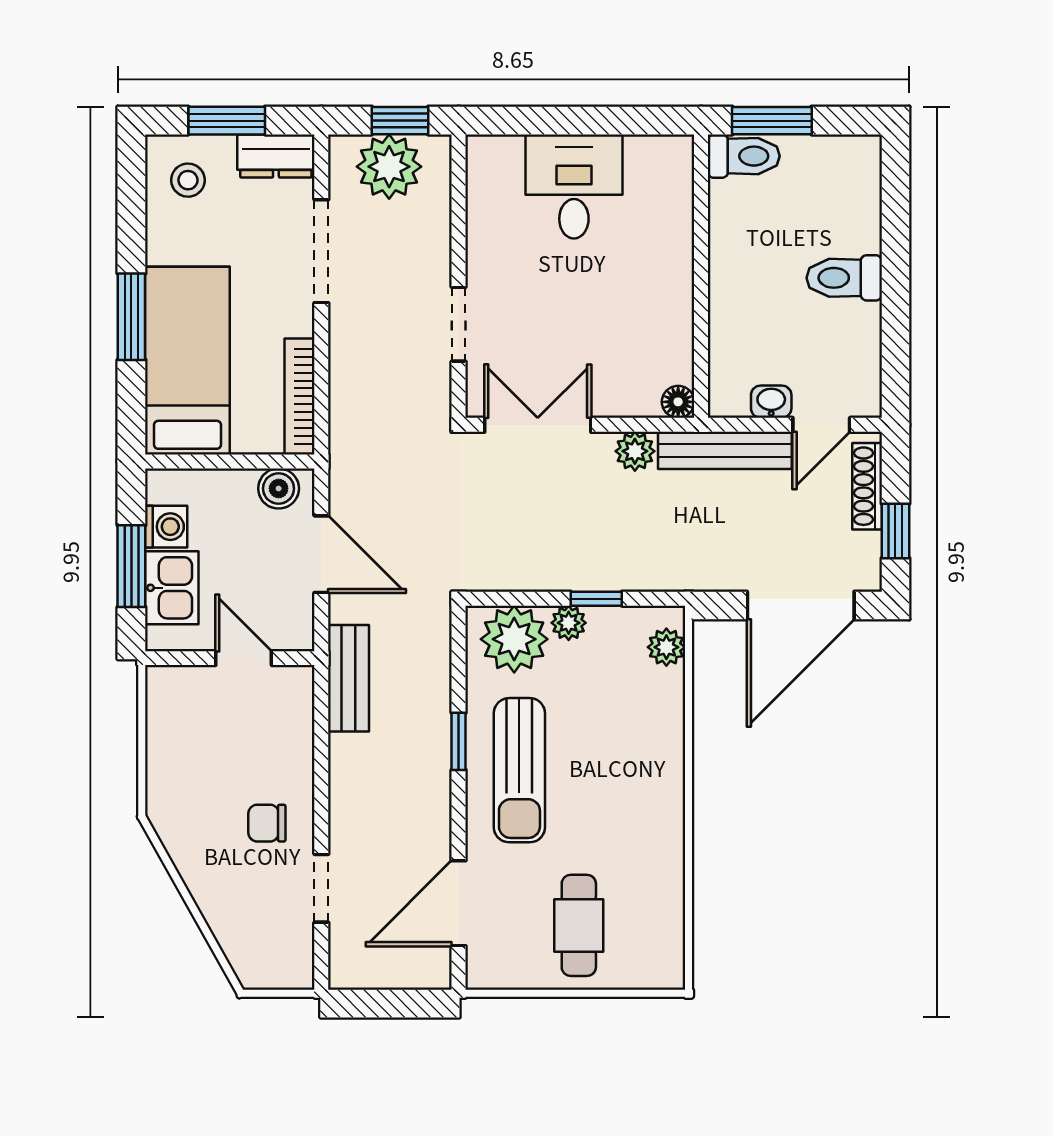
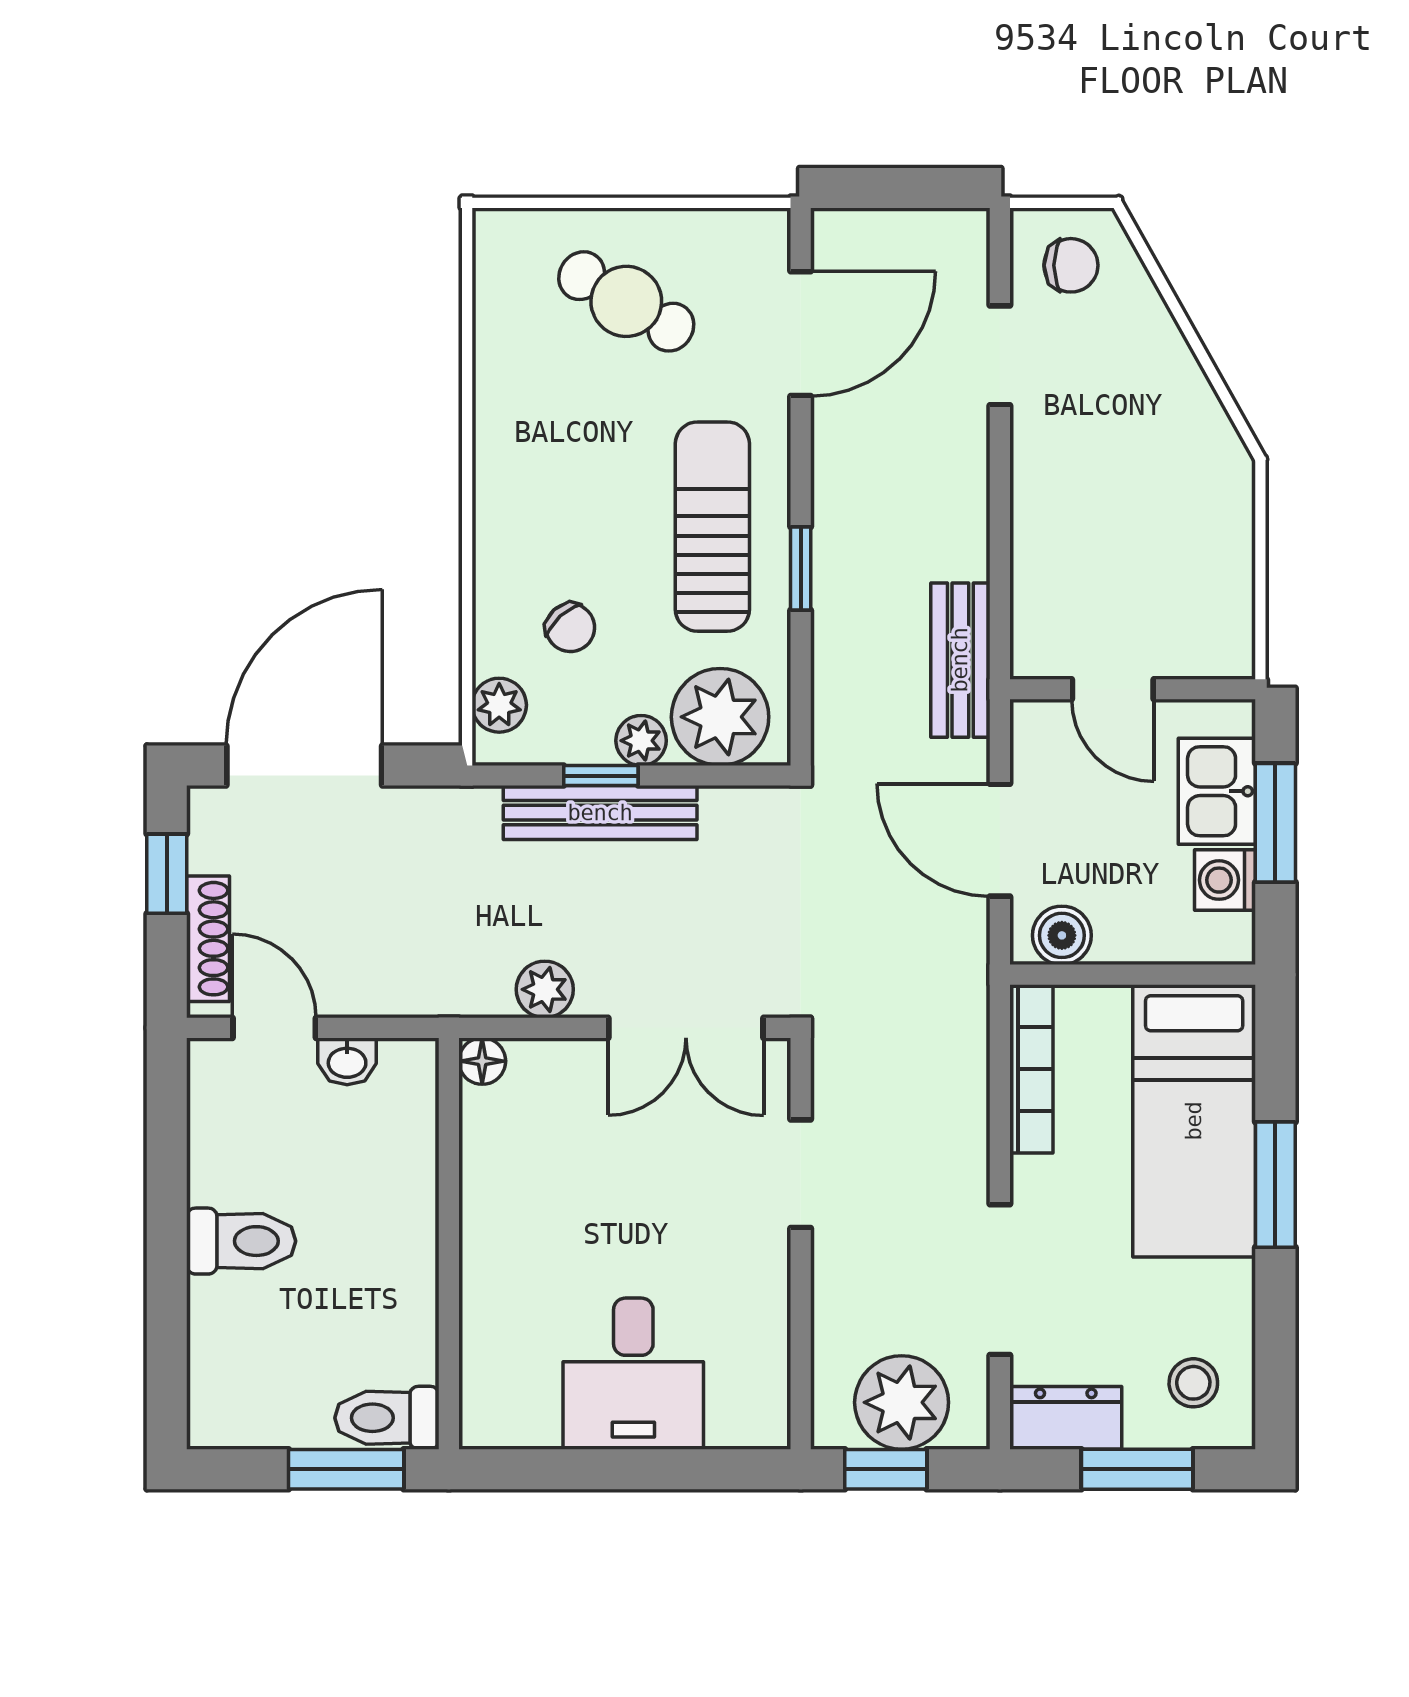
door: (821, 425) -> (274, 1028), hinge flipped
bench: (725, 450) -> (600, 813), moved
chair: (617, 701) -> (570, 628), added
chair: (267, 823) -> (1071, 265), moved
cafe table: (579, 925) -> (626, 301), turned -60

